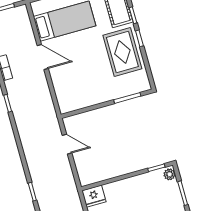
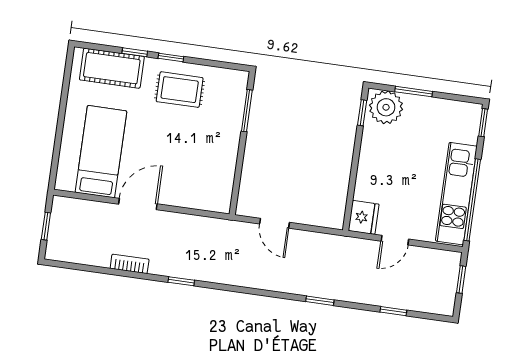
rug: (122, 52) -> (180, 90), width x0.73, depth x0.70
door: (67, 144) -> (274, 223), swing flipped
plant: (170, 174) -> (386, 107), width x1.88, depth x1.88

